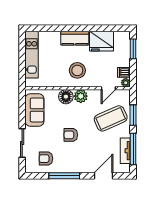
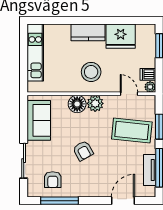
door: (108, 88) -> (129, 94), swing flipped
coffee table: (111, 118) -> (132, 131), turned 30
armchair: (71, 135) -> (83, 151), turned -119
armchair: (46, 159) -> (53, 180), turned -90
window: (64, 176) -> (60, 201), moved

